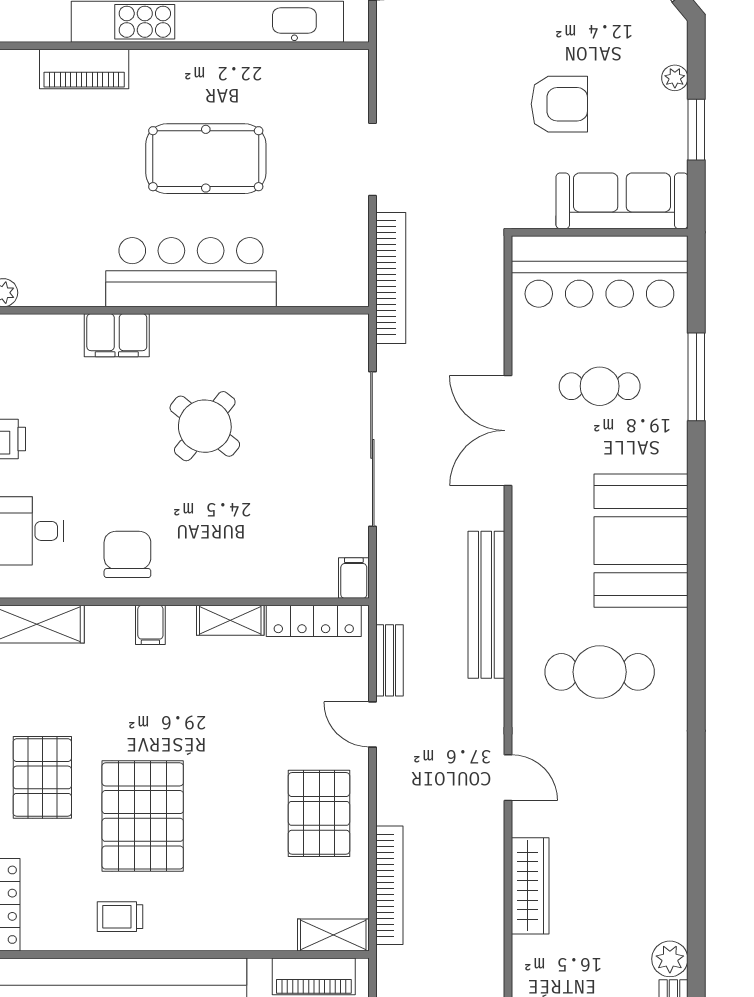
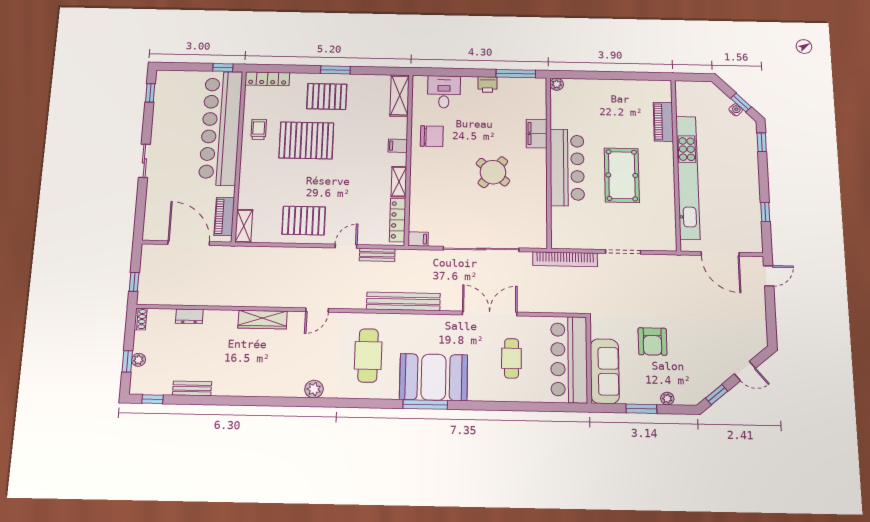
window: (696, 377) -> (425, 404), moved
bookcase: (389, 885) -> (267, 253), removed
plant: (670, 959) -> (314, 389), moved

